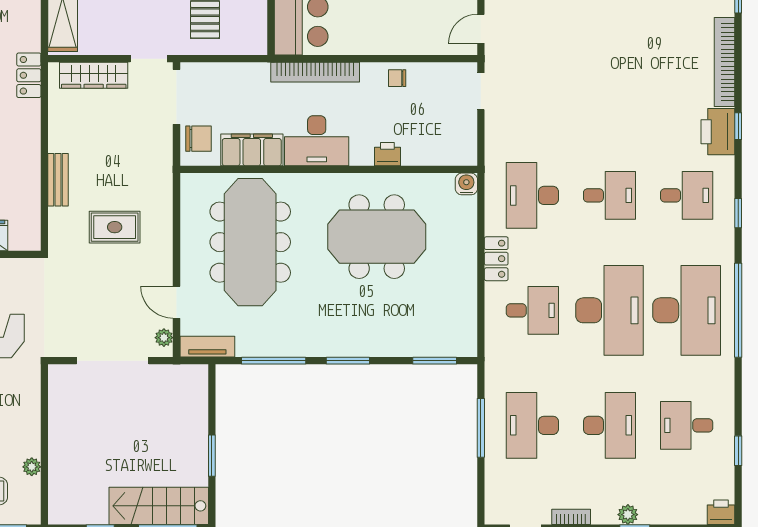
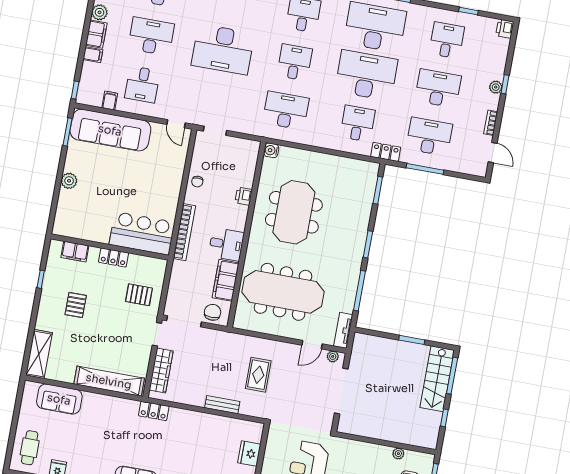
desk: (610, 80) -> (223, 49), added
desk: (317, 141) -> (226, 244), width x0.73
desk: (532, 195) -> (286, 110), turned 180
locker: (496, 259) -> (386, 152), moved
desk: (532, 425) -> (429, 137), turned 180
desk: (687, 425) -> (447, 40), turned 180

